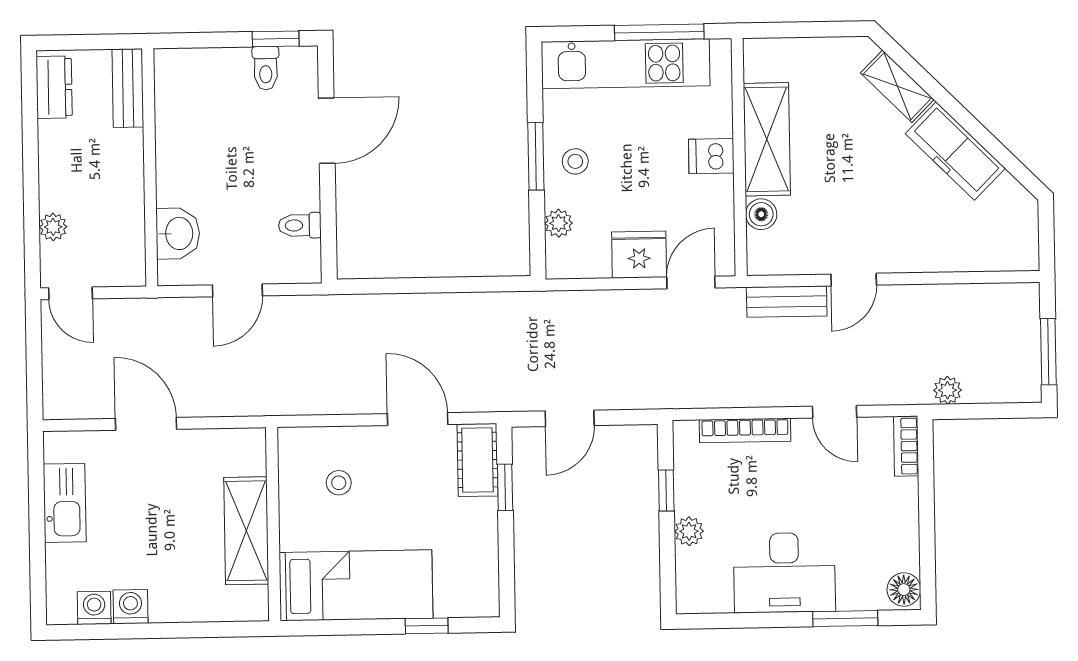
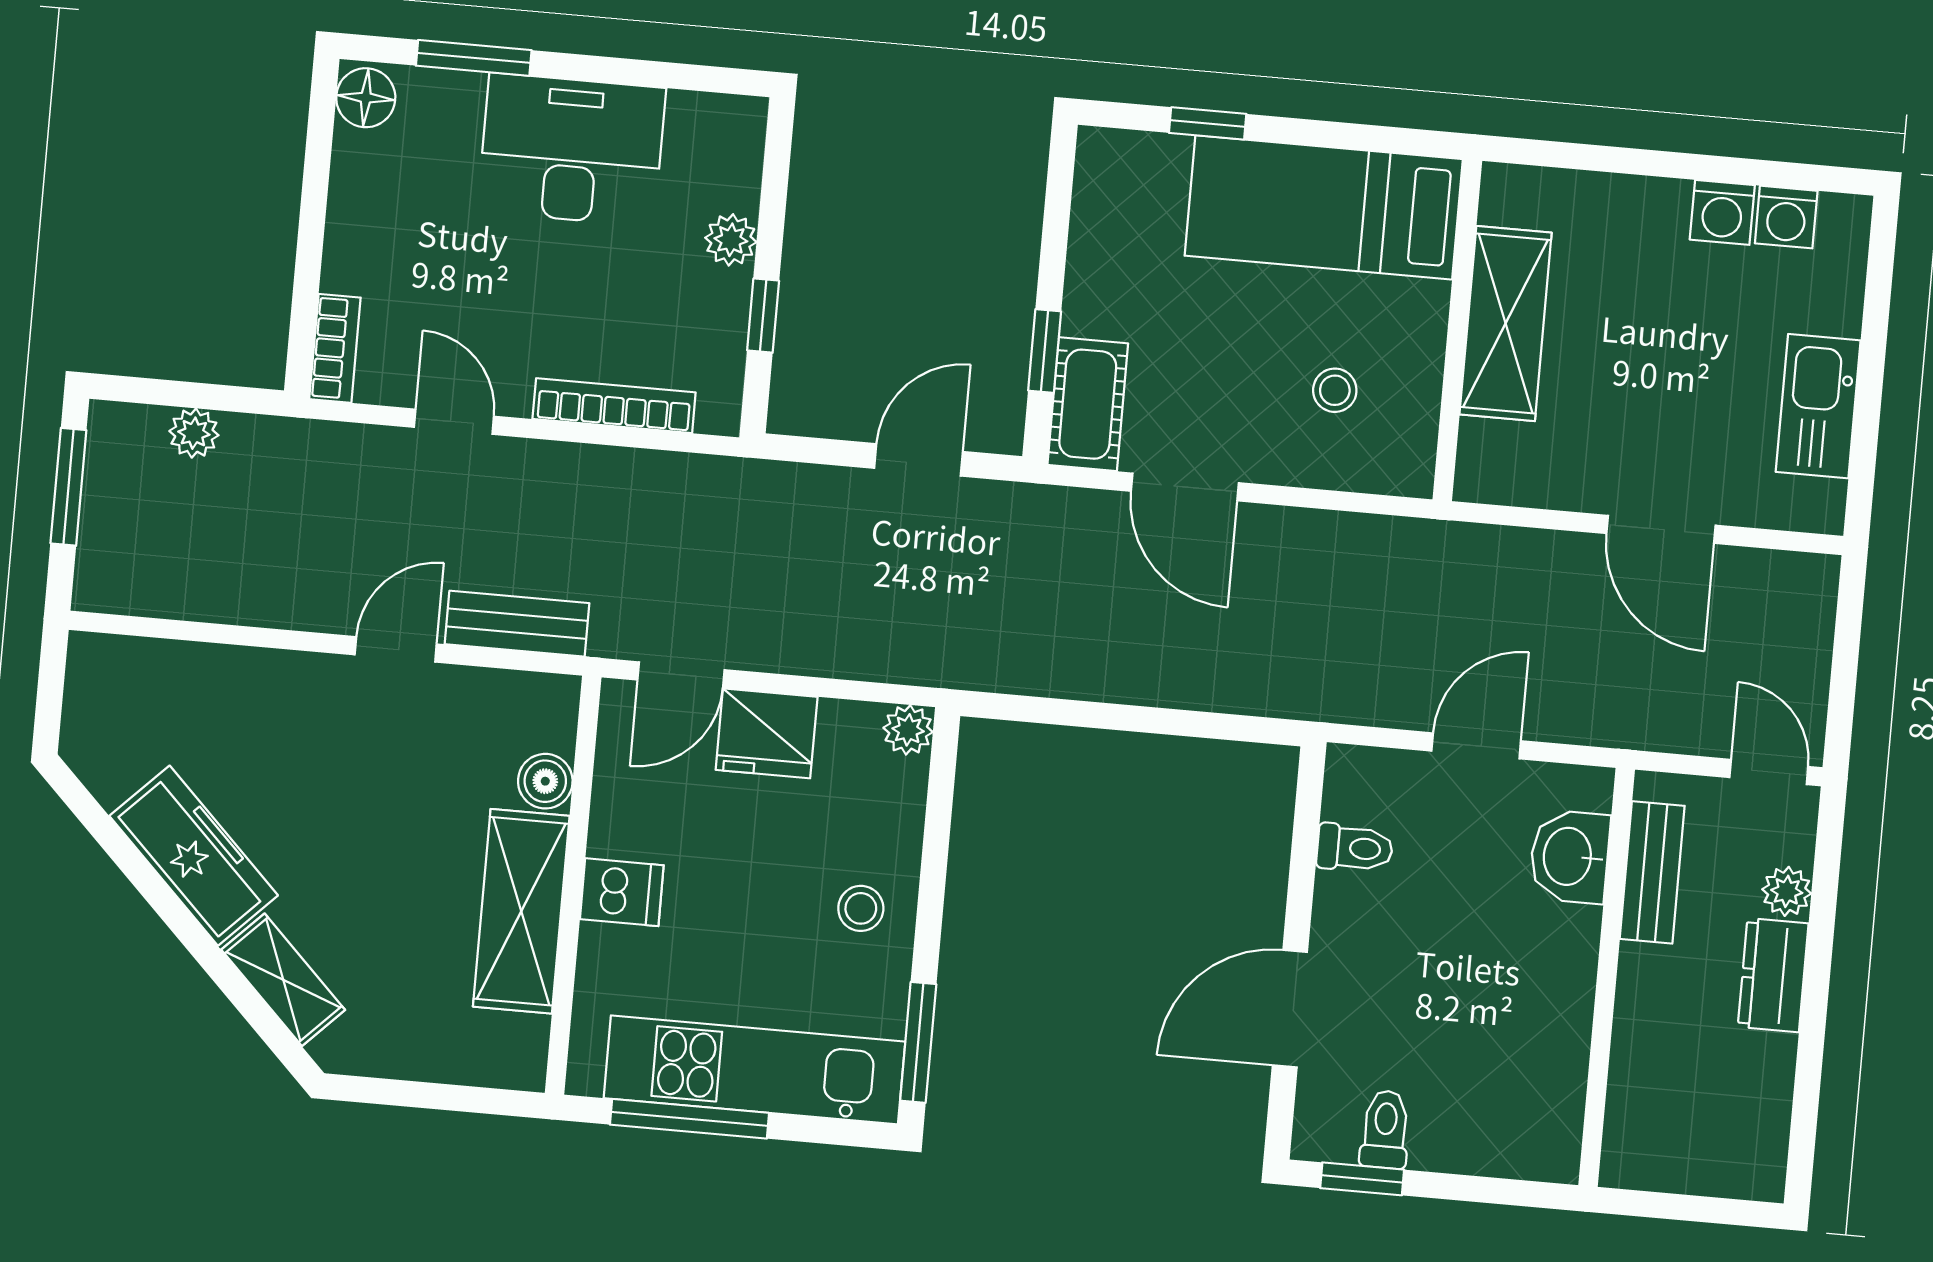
dresser: (54, 87) -> (1773, 975), moved
bench: (128, 88) -> (1652, 872), moved
window: (536, 156) -> (918, 1042), moved
plant: (559, 223) -> (908, 730), moved
plant: (948, 390) -> (194, 433), moved

